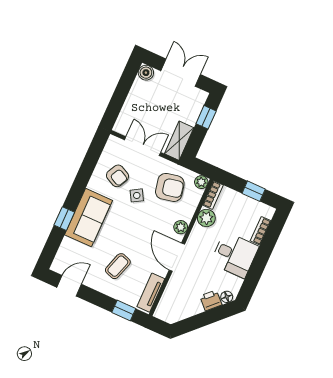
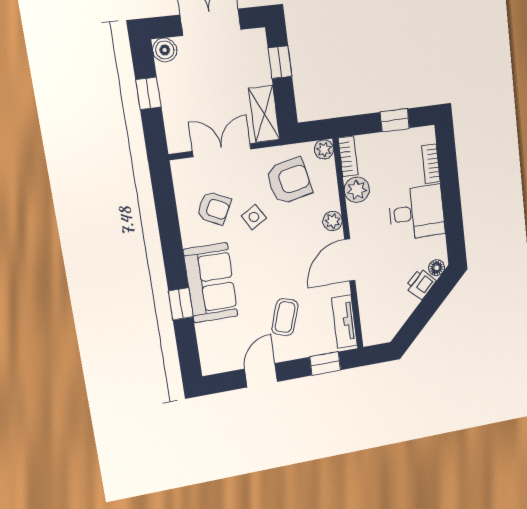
window: (122, 90) -> (148, 93), added
door: (177, 257) -> (350, 260), hinge flipped
door: (69, 286) -> (261, 375), moved

